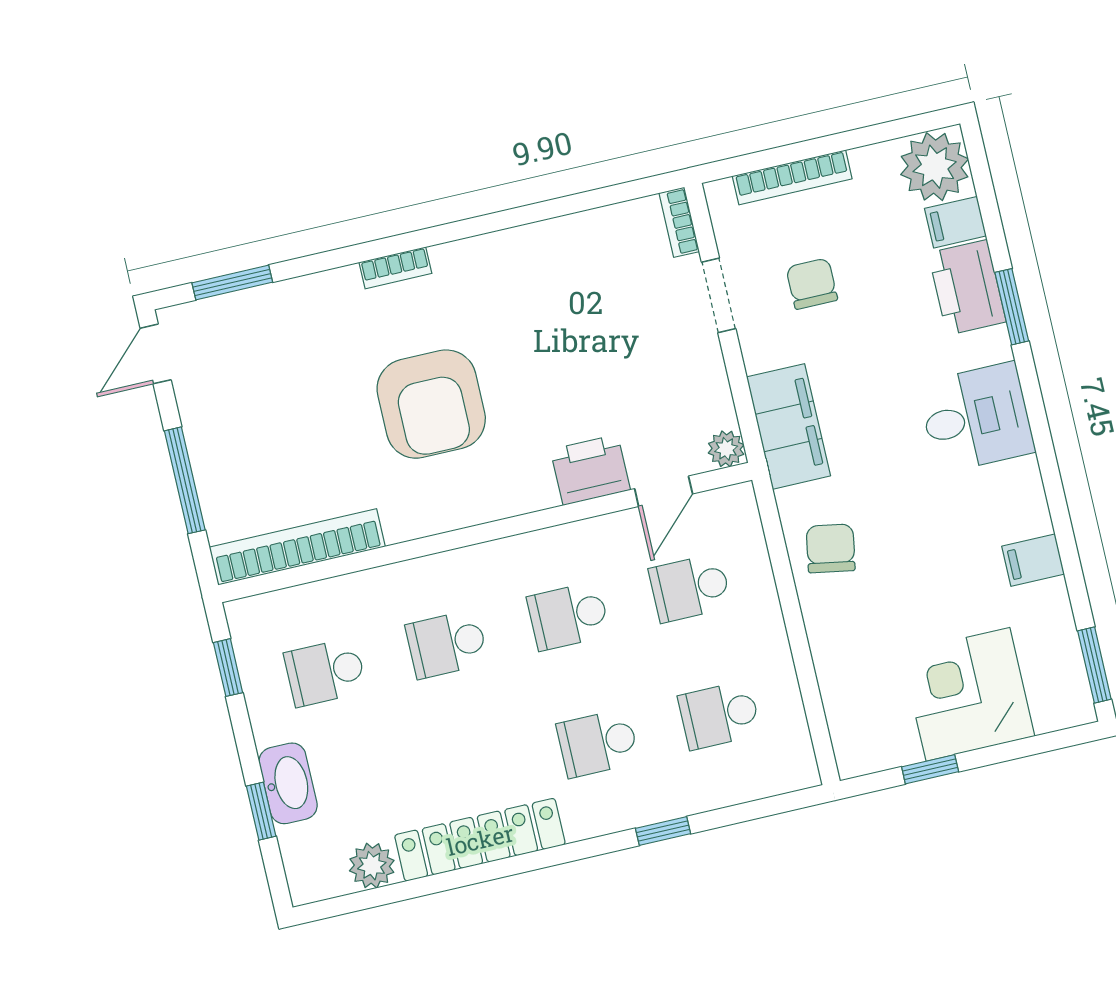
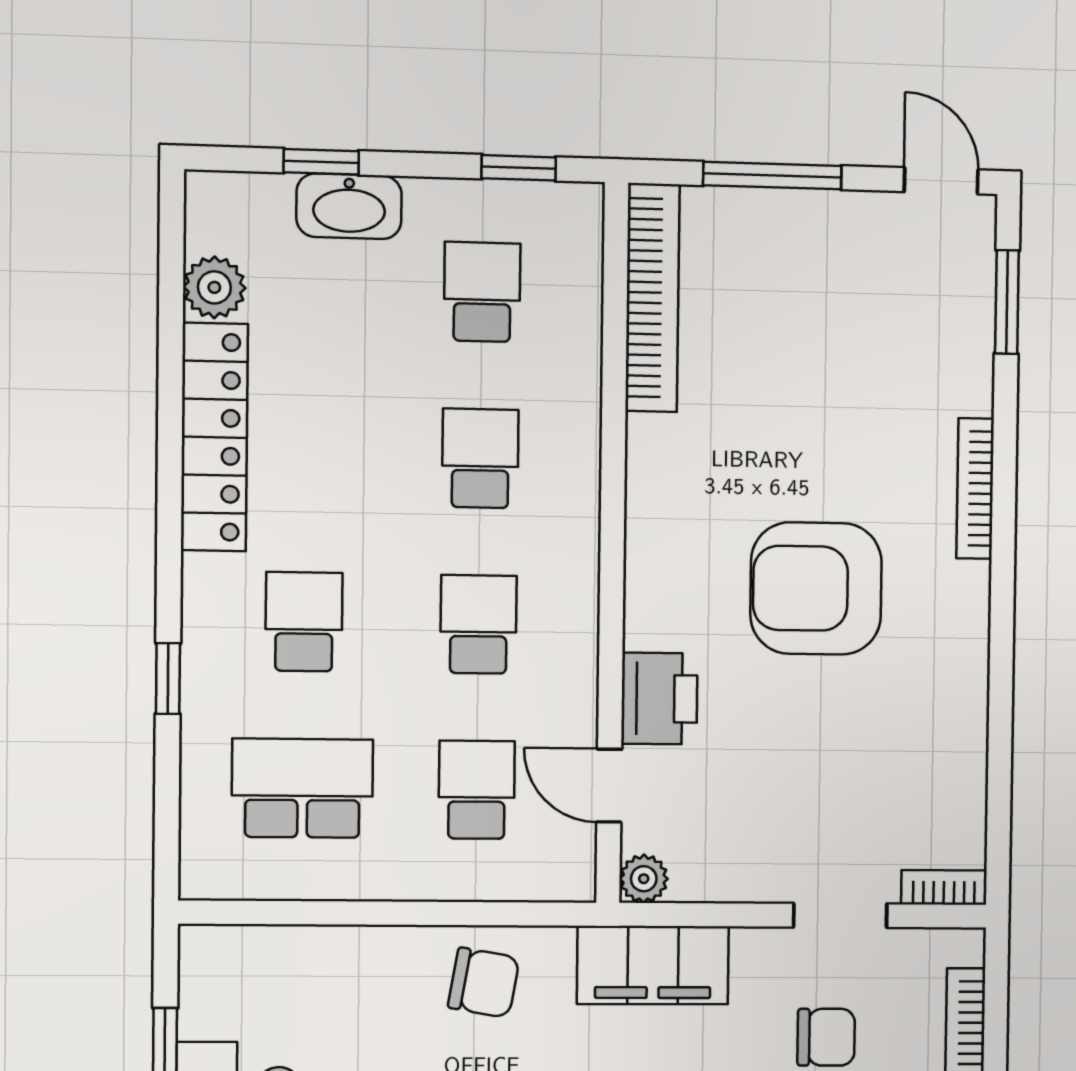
bookcase: (395, 268) -> (975, 489), width x1.56
armchair: (431, 404) -> (816, 588), moved
school desk: (719, 715) -> (302, 788), width x1.85

